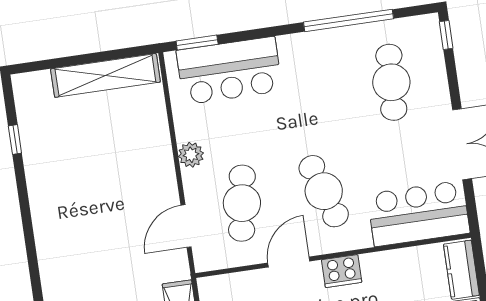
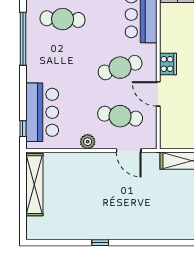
window: (197, 43) -> (23, 129), width x0.67
window: (15, 140) -> (100, 243), moved

